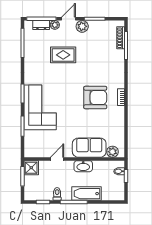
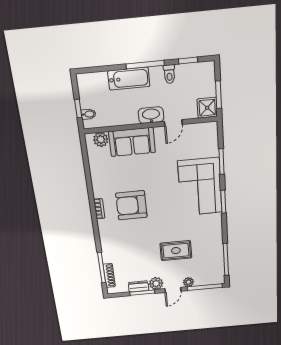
dresser: (41, 25) -> (138, 286), moved
washbasin: (83, 166) -> (151, 115), moved

